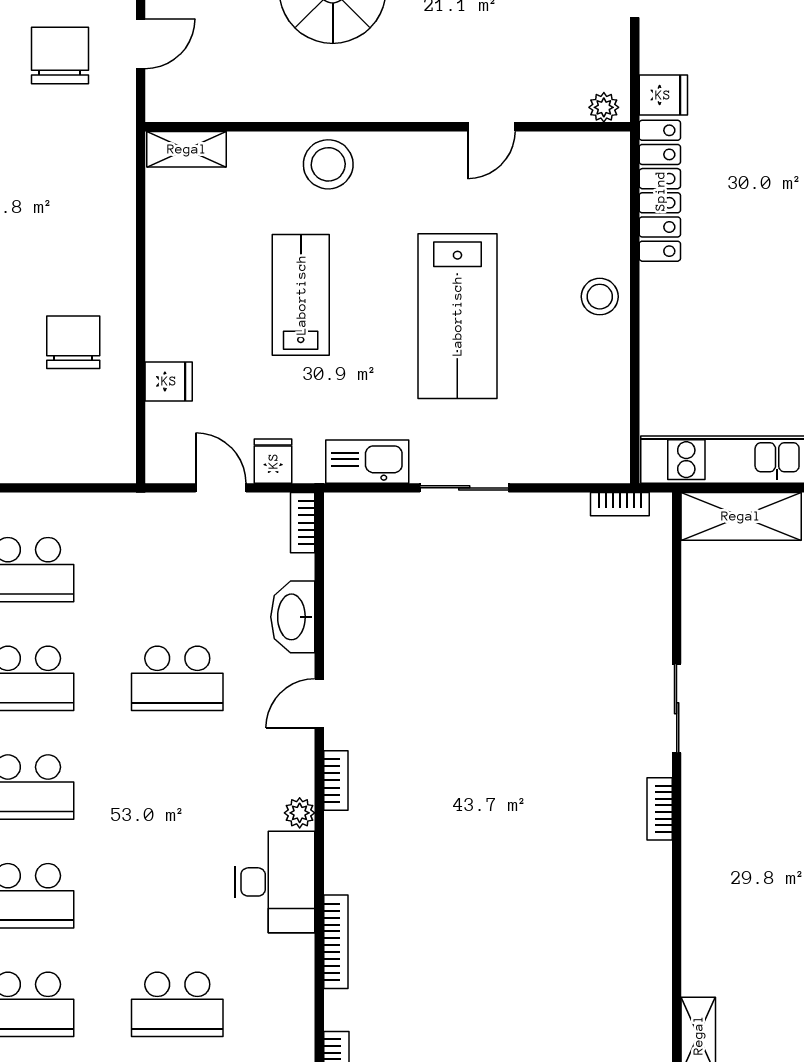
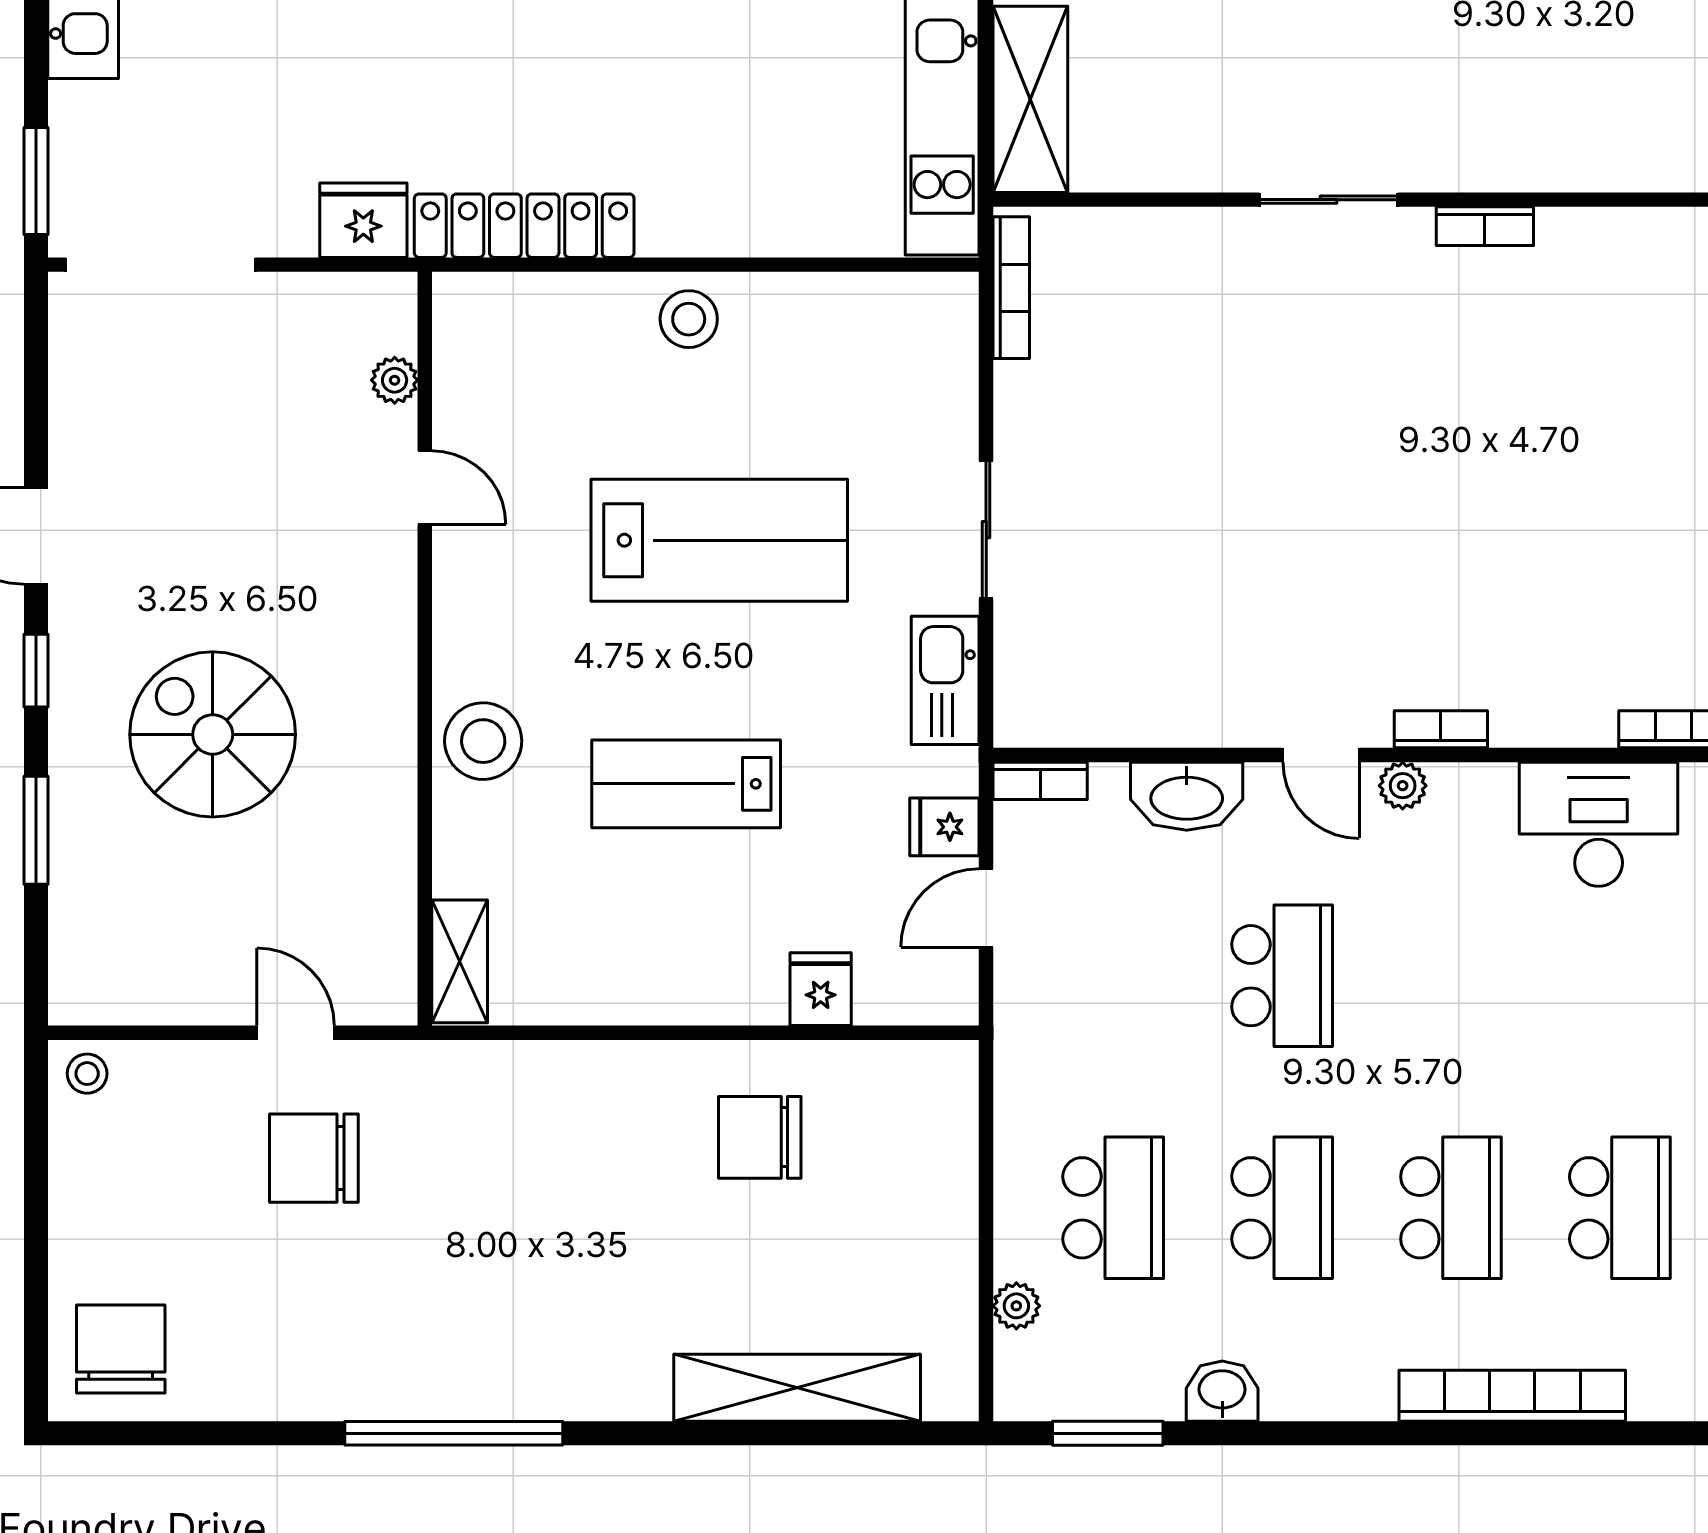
fridge: (663, 95) -> (363, 220), width x1.38
plant: (604, 107) -> (395, 380), moved
bookcase: (620, 504) -> (1011, 288), width x1.56
plant: (300, 813) -> (1403, 786), moved

